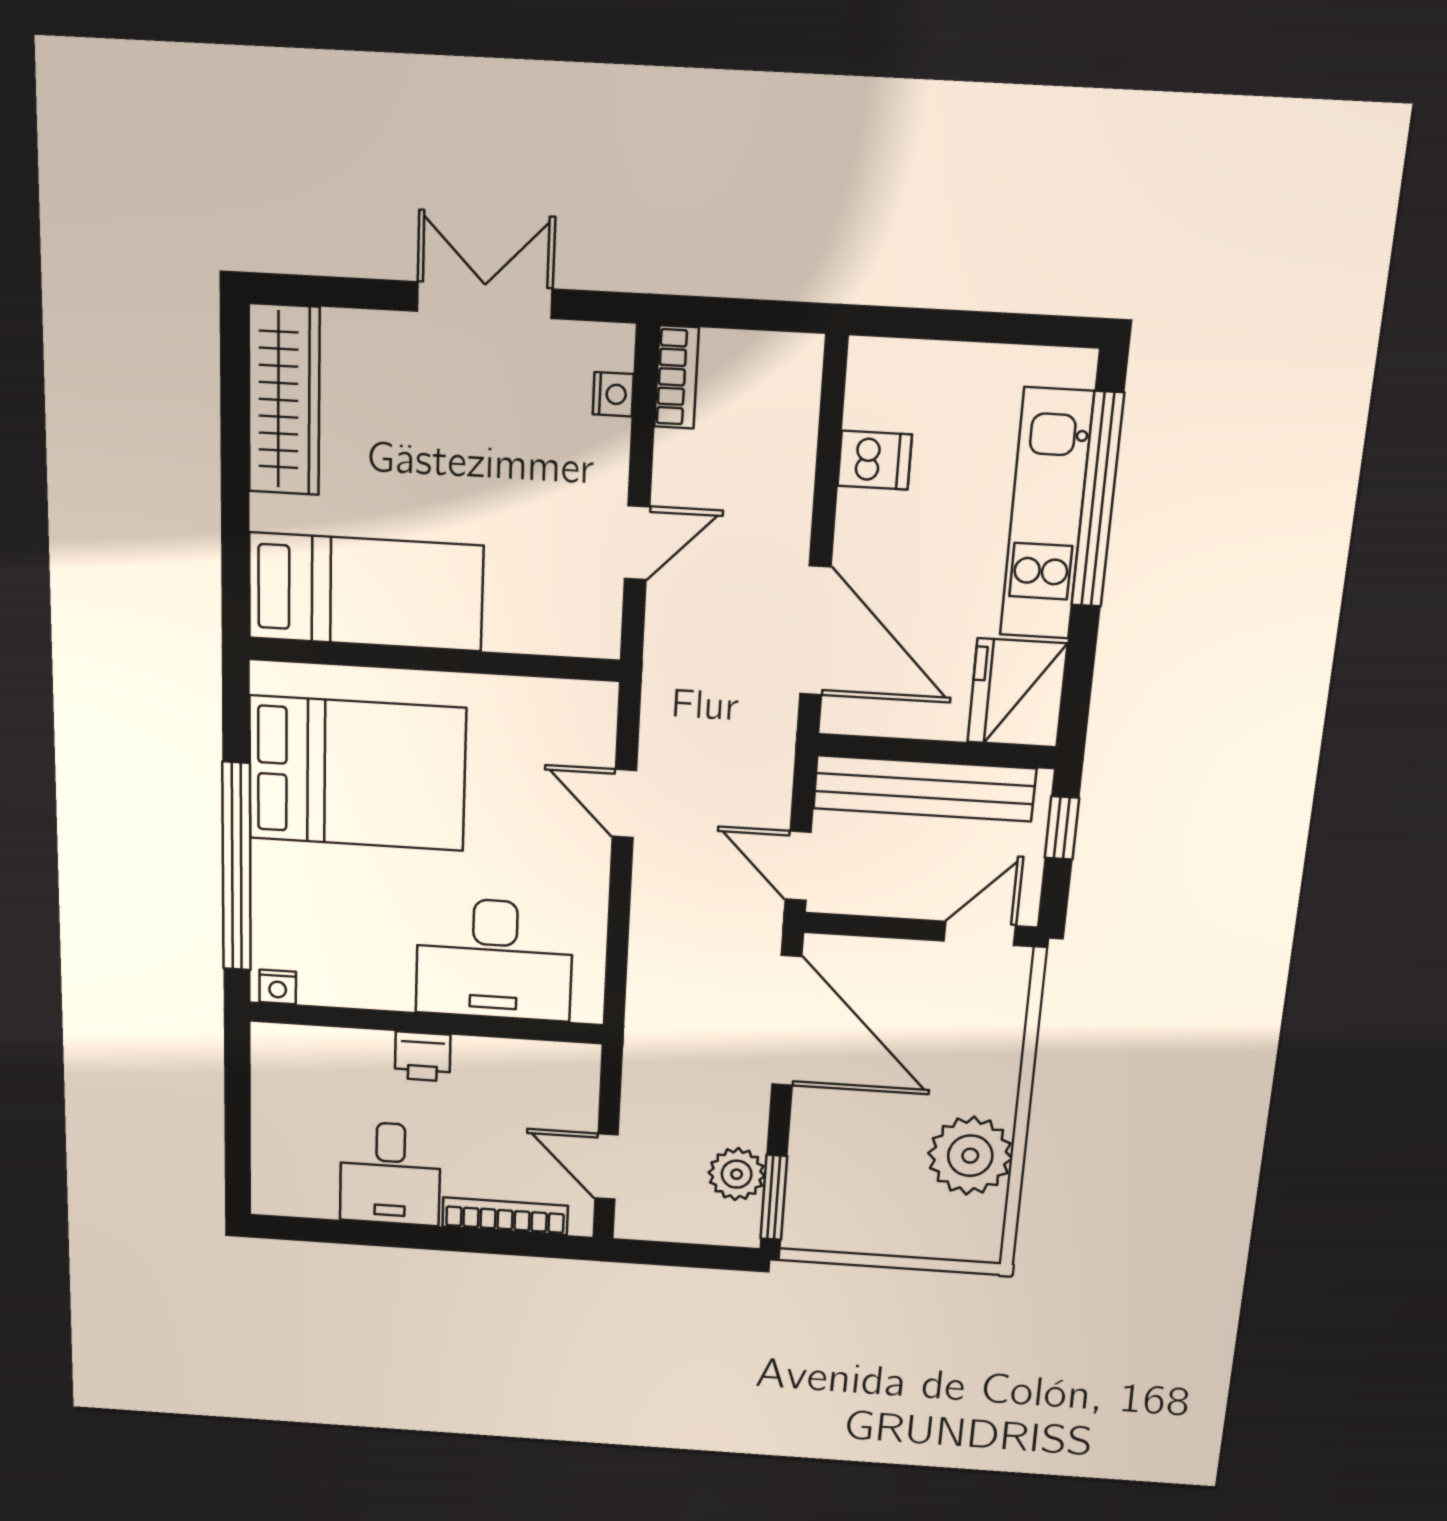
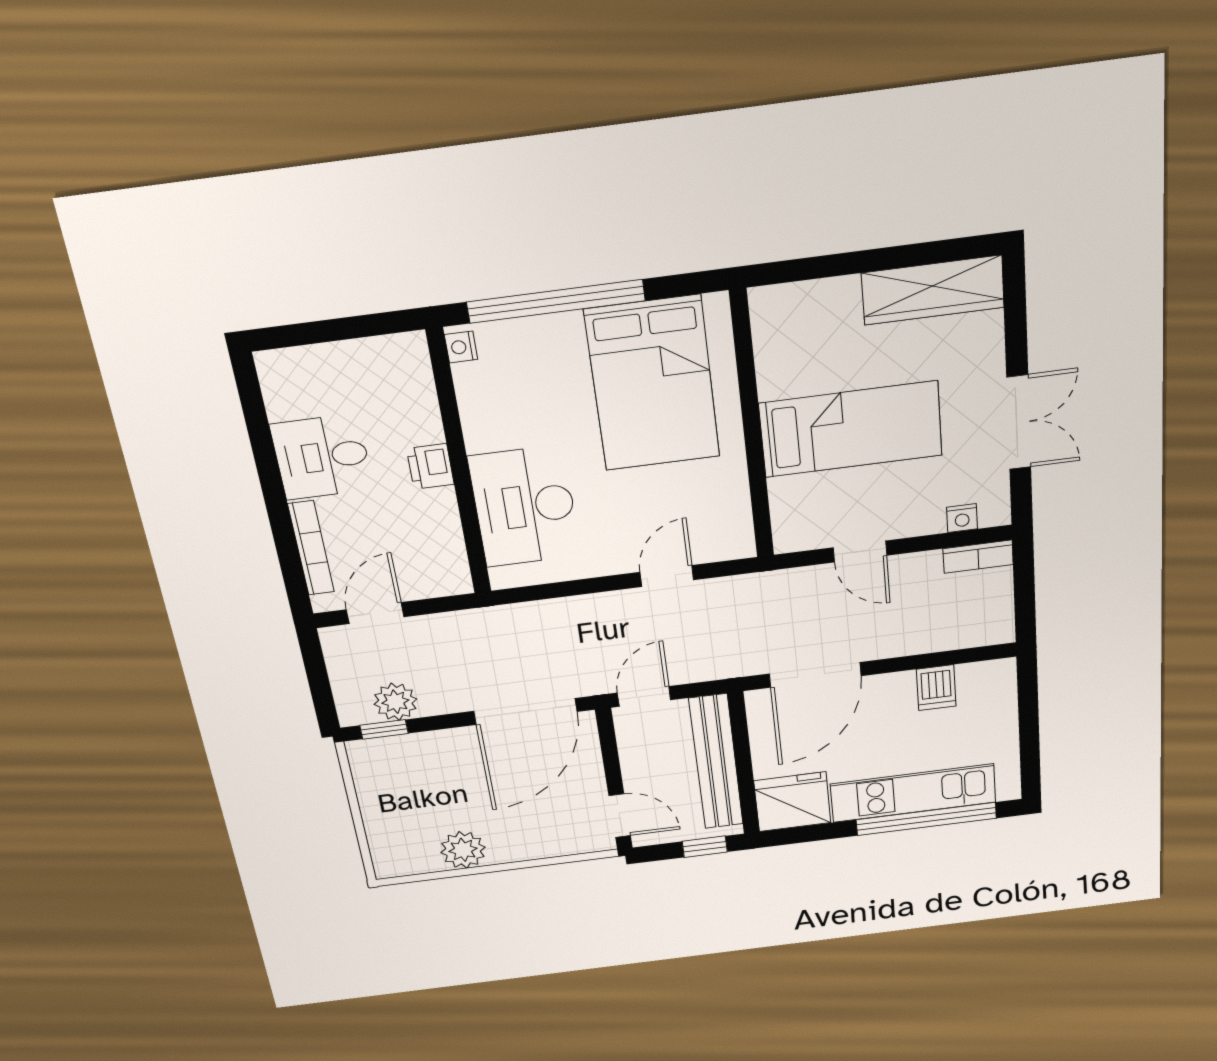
bed: (366, 592) -> (851, 429), moved, turned -90
plant: (970, 1156) -> (463, 850), width x0.73, depth x0.73
window: (774, 1197) -> (384, 729), width x0.67

